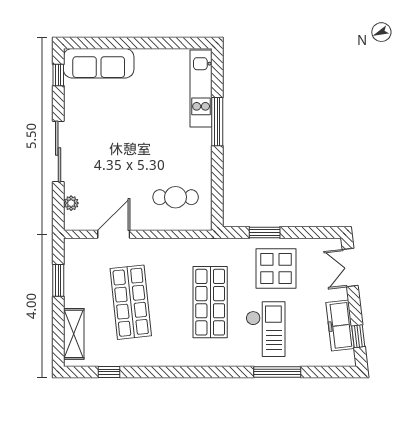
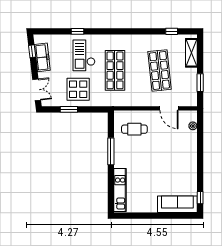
window: (217, 122) -> (111, 151), moved
sliding door: (58, 152) -> (200, 155), removed
window: (265, 232) -> (69, 109), moved
door: (114, 234) -> (169, 108), hinge flipped
window: (277, 372) -> (77, 31), width x0.46

